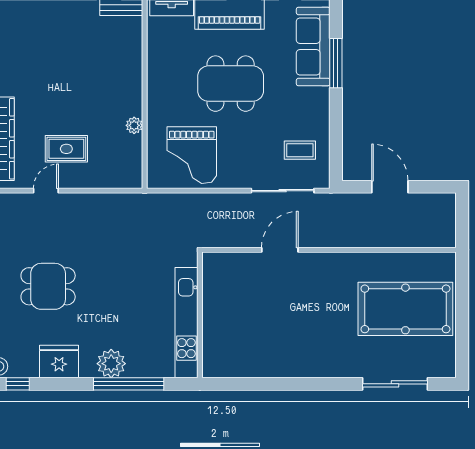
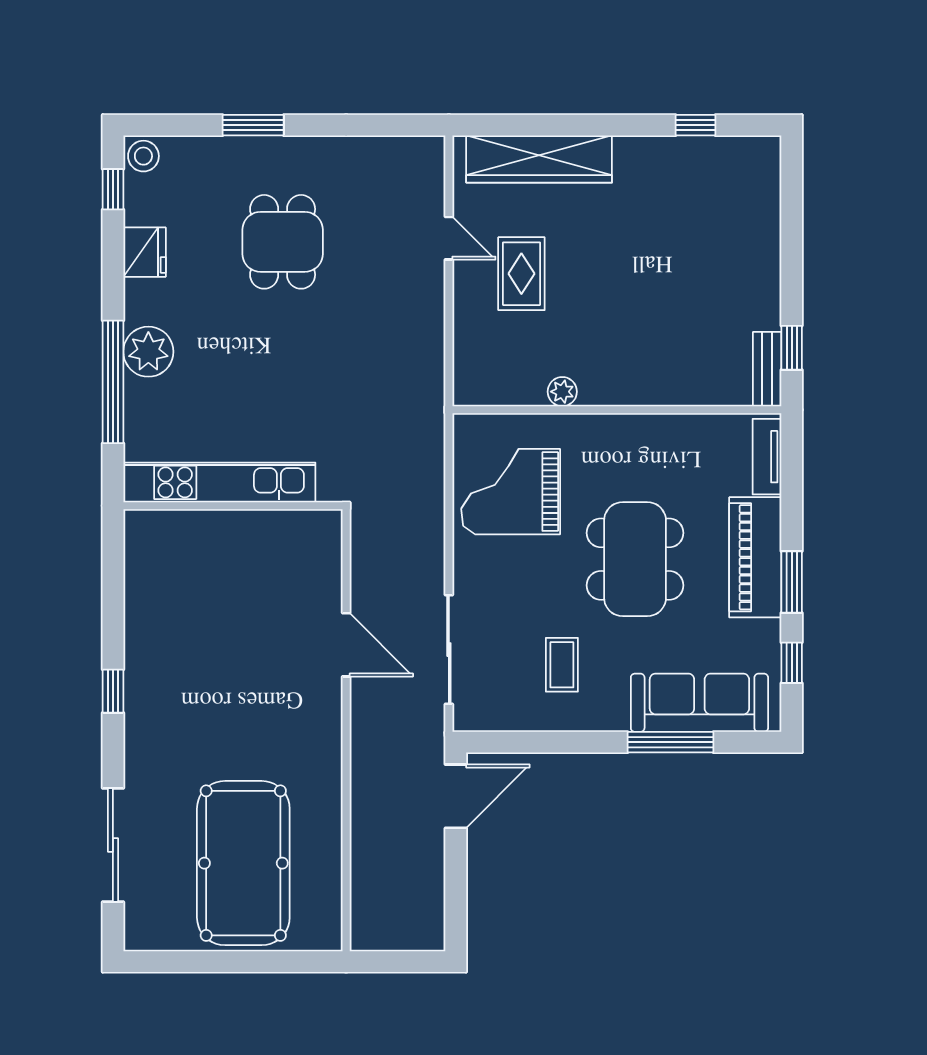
coffee table: (300, 150) -> (562, 665), moved
door: (390, 187) -> (456, 796), moved
fridge: (59, 362) -> (145, 252), width x0.73, depth x0.75
window: (307, 384) -> (113, 691), added

